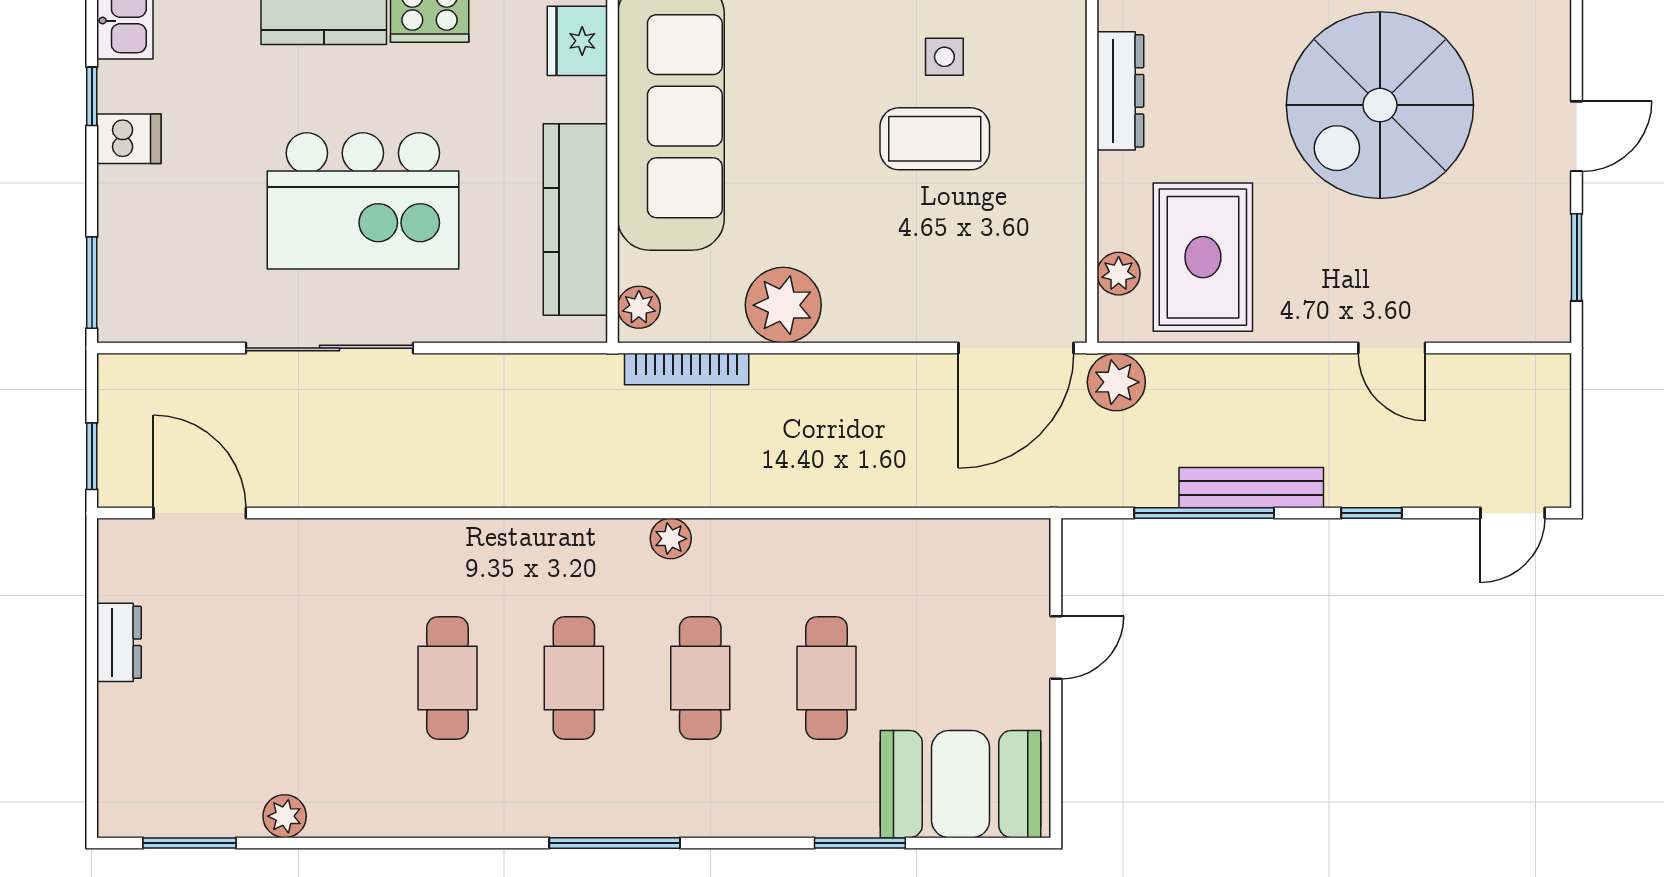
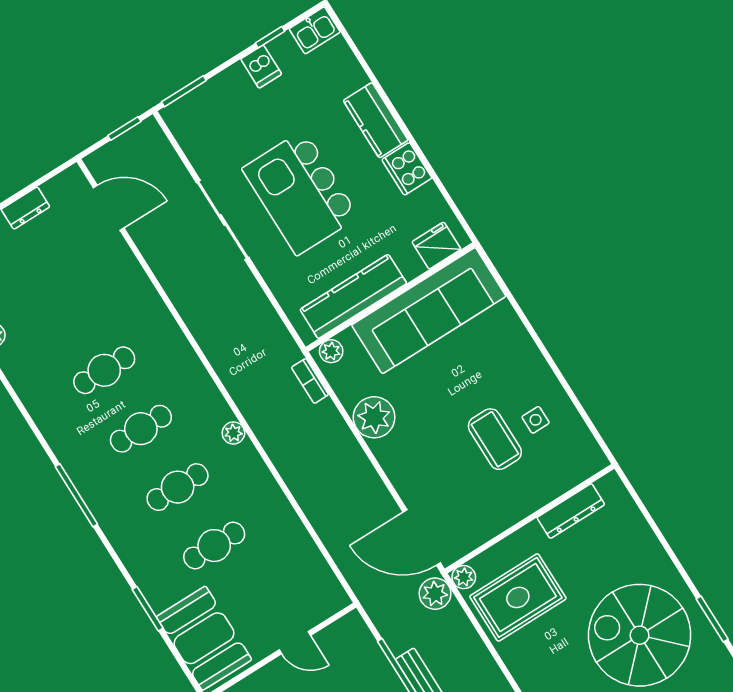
plant: (1119, 274) -> (464, 577), moved
bookcase: (687, 369) -> (310, 381), width x0.64
window: (92, 456) -> (124, 128), moved
door: (200, 513) -> (109, 208), hinge flipped

